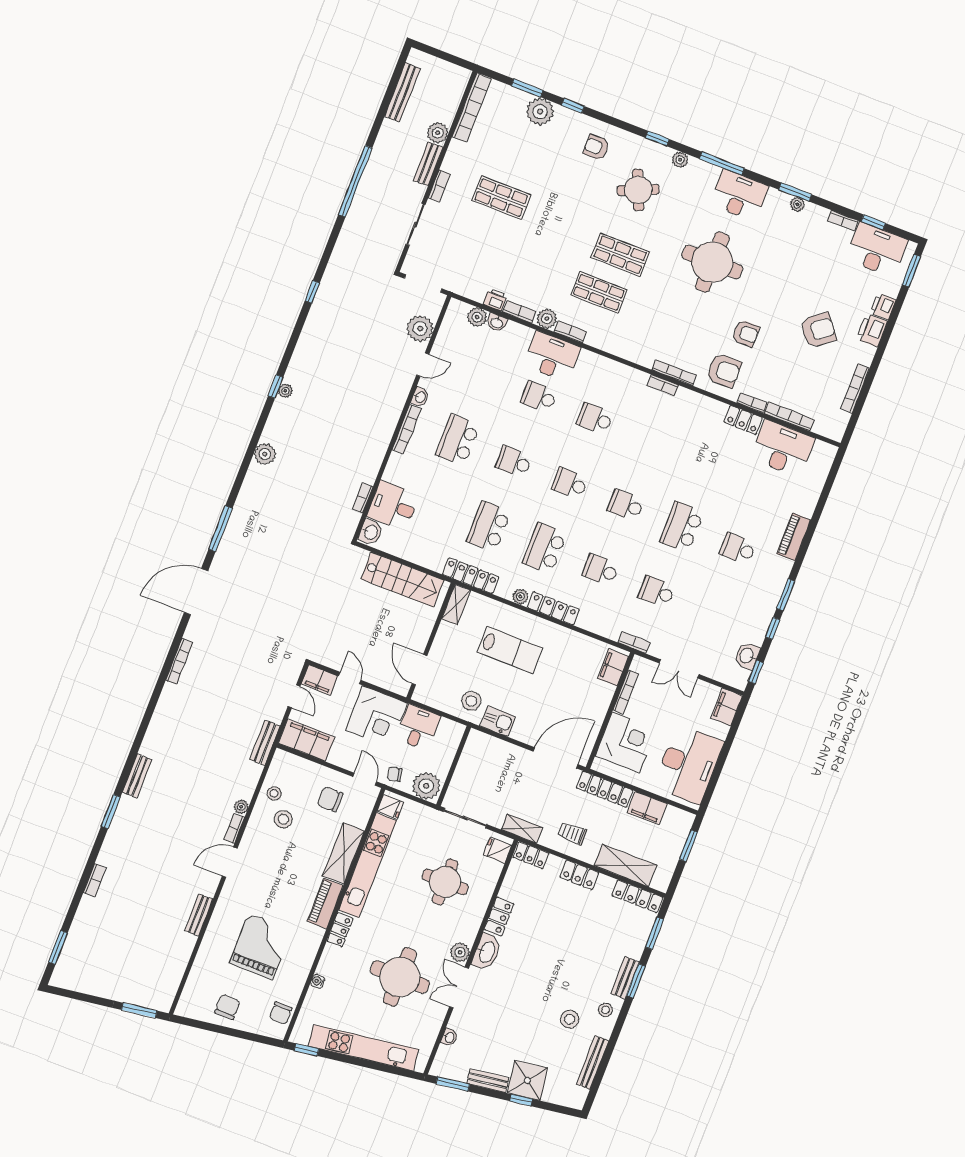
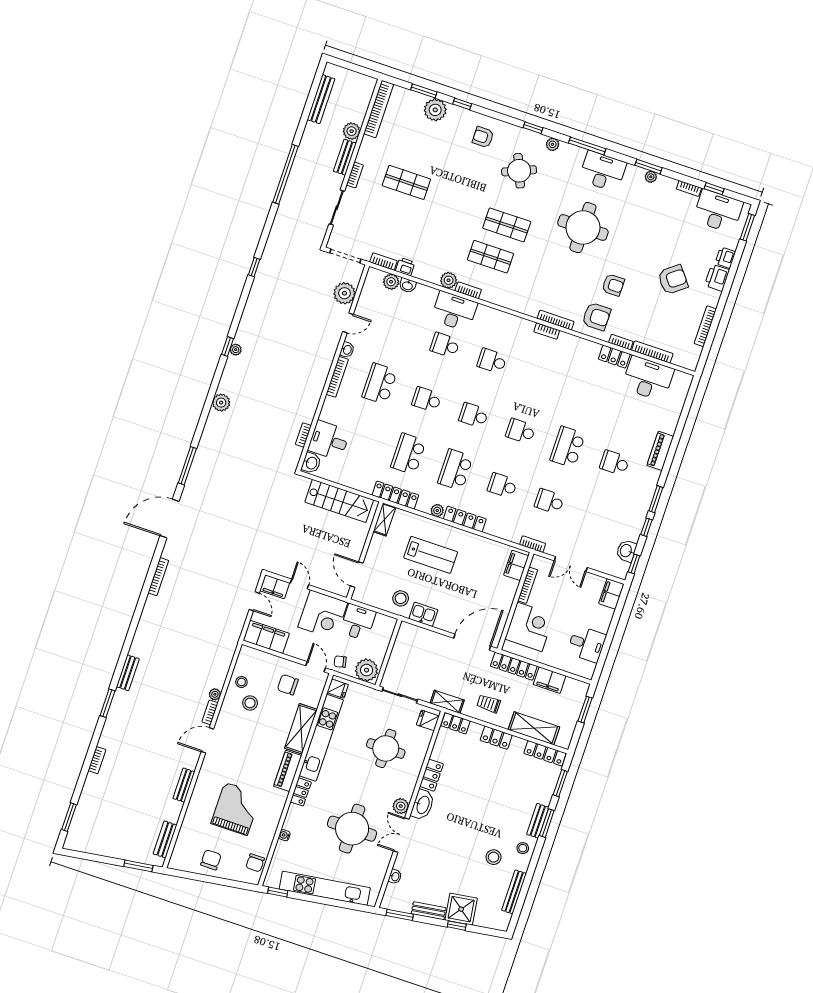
bookcase: (519, 312) -> (383, 262), moved
bench: (265, 743) -> (165, 839), moved
desk: (688, 764) -> (587, 644), width x0.53, depth x0.77

